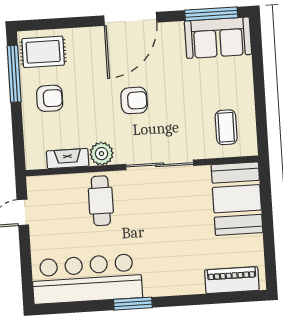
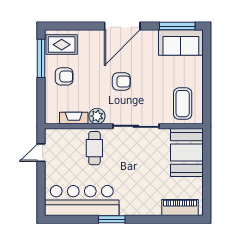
coffee table: (226, 127) -> (183, 104), width x1.36, depth x1.30

